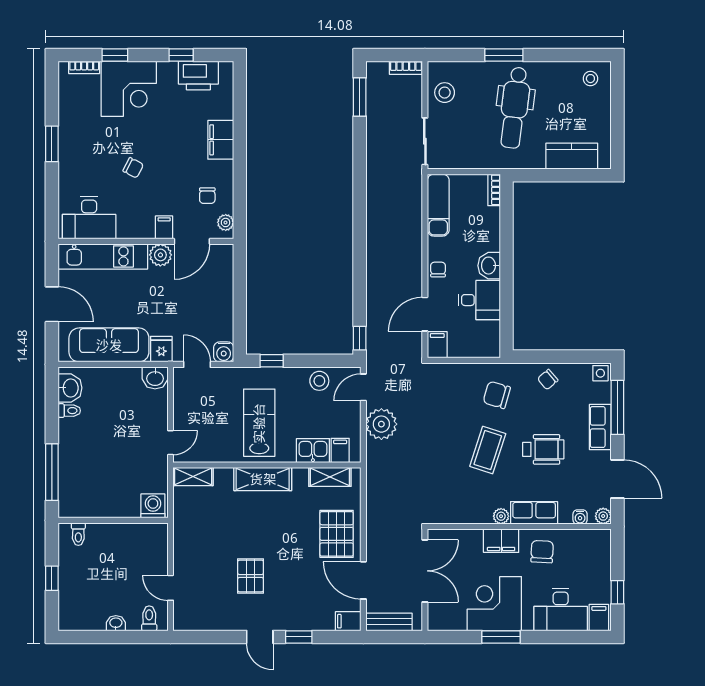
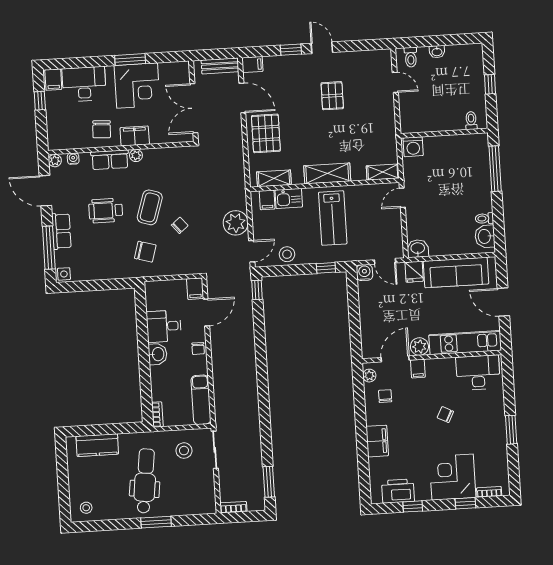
stool: (445, 93) -> (184, 451), moved
chair: (548, 380) -> (180, 225), moved

